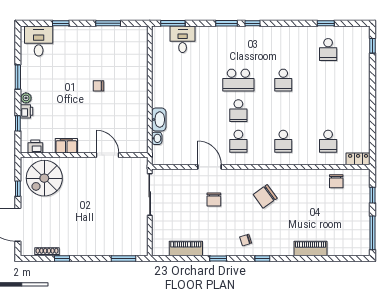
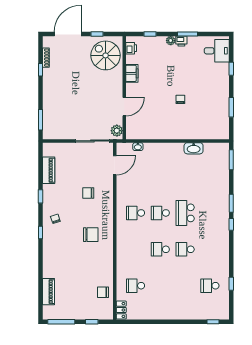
desk: (183, 39) -> (218, 168), removed
printer: (27, 111) -> (181, 41), moved
washbasin: (159, 120) -> (194, 148), moved
school desk: (283, 141) -> (160, 249), moved
plant: (137, 164) -> (117, 131), added
door: (209, 167) -> (115, 165), moved
chair: (265, 196) -> (91, 235), turned 126
piano: (311, 248) -> (48, 292), moved

